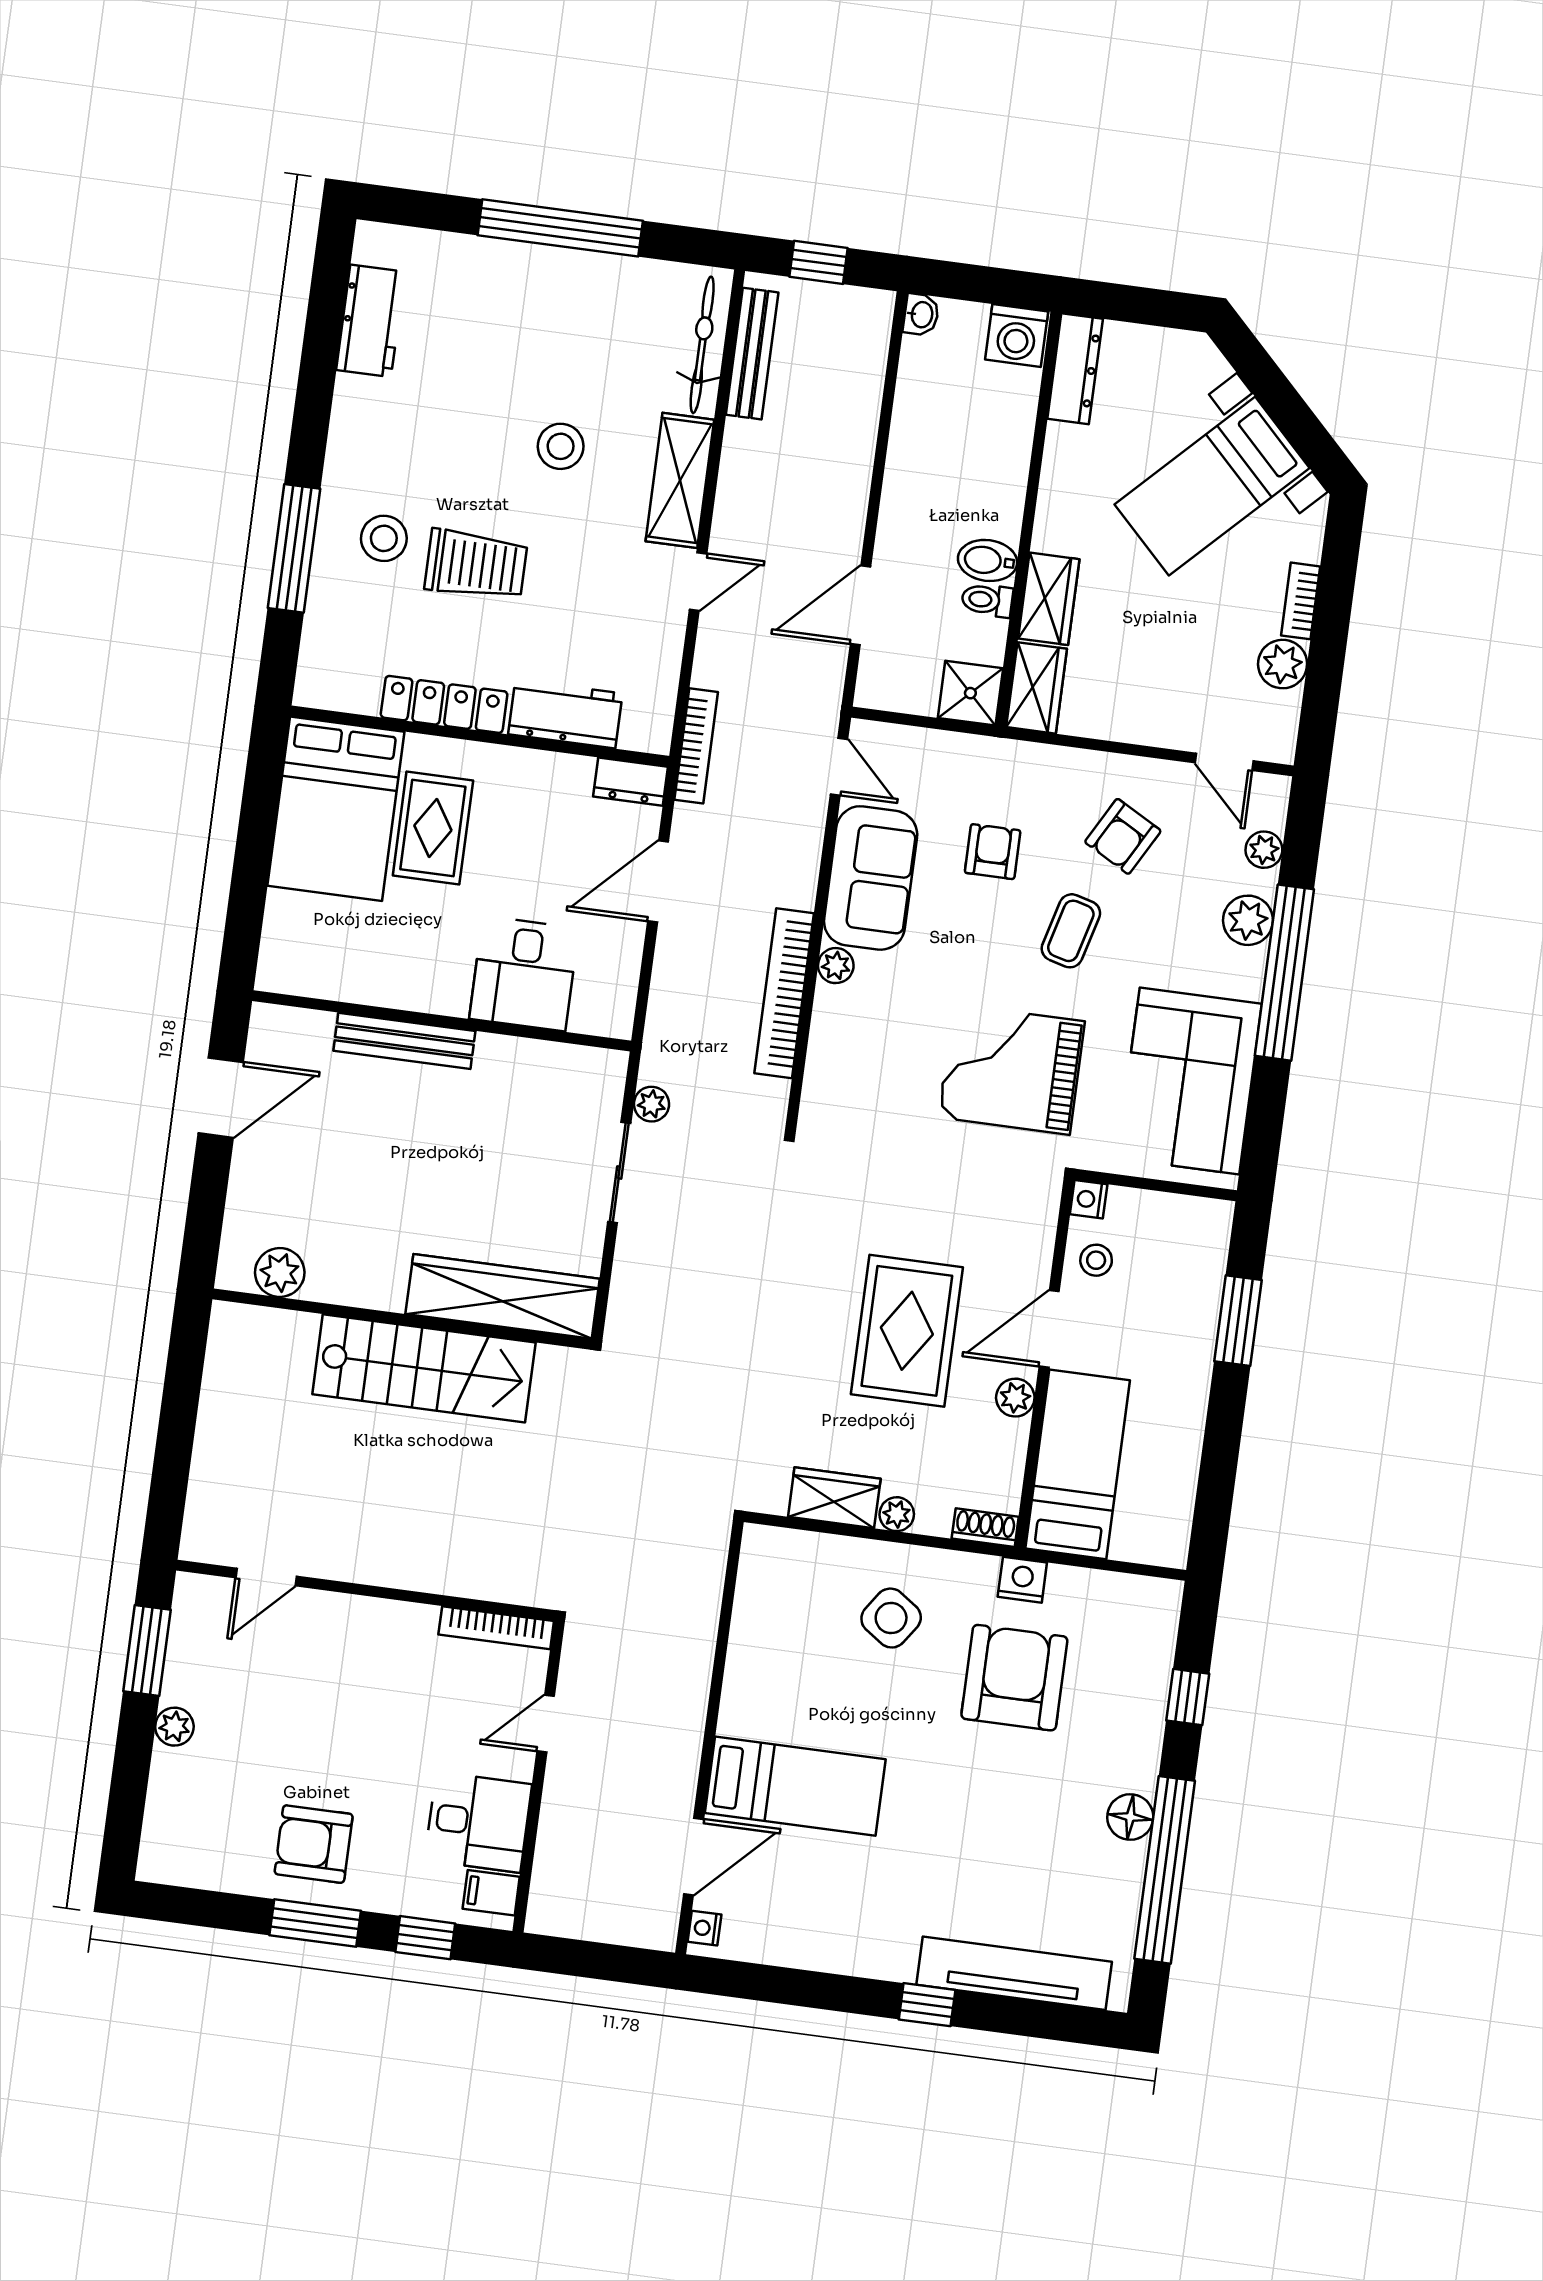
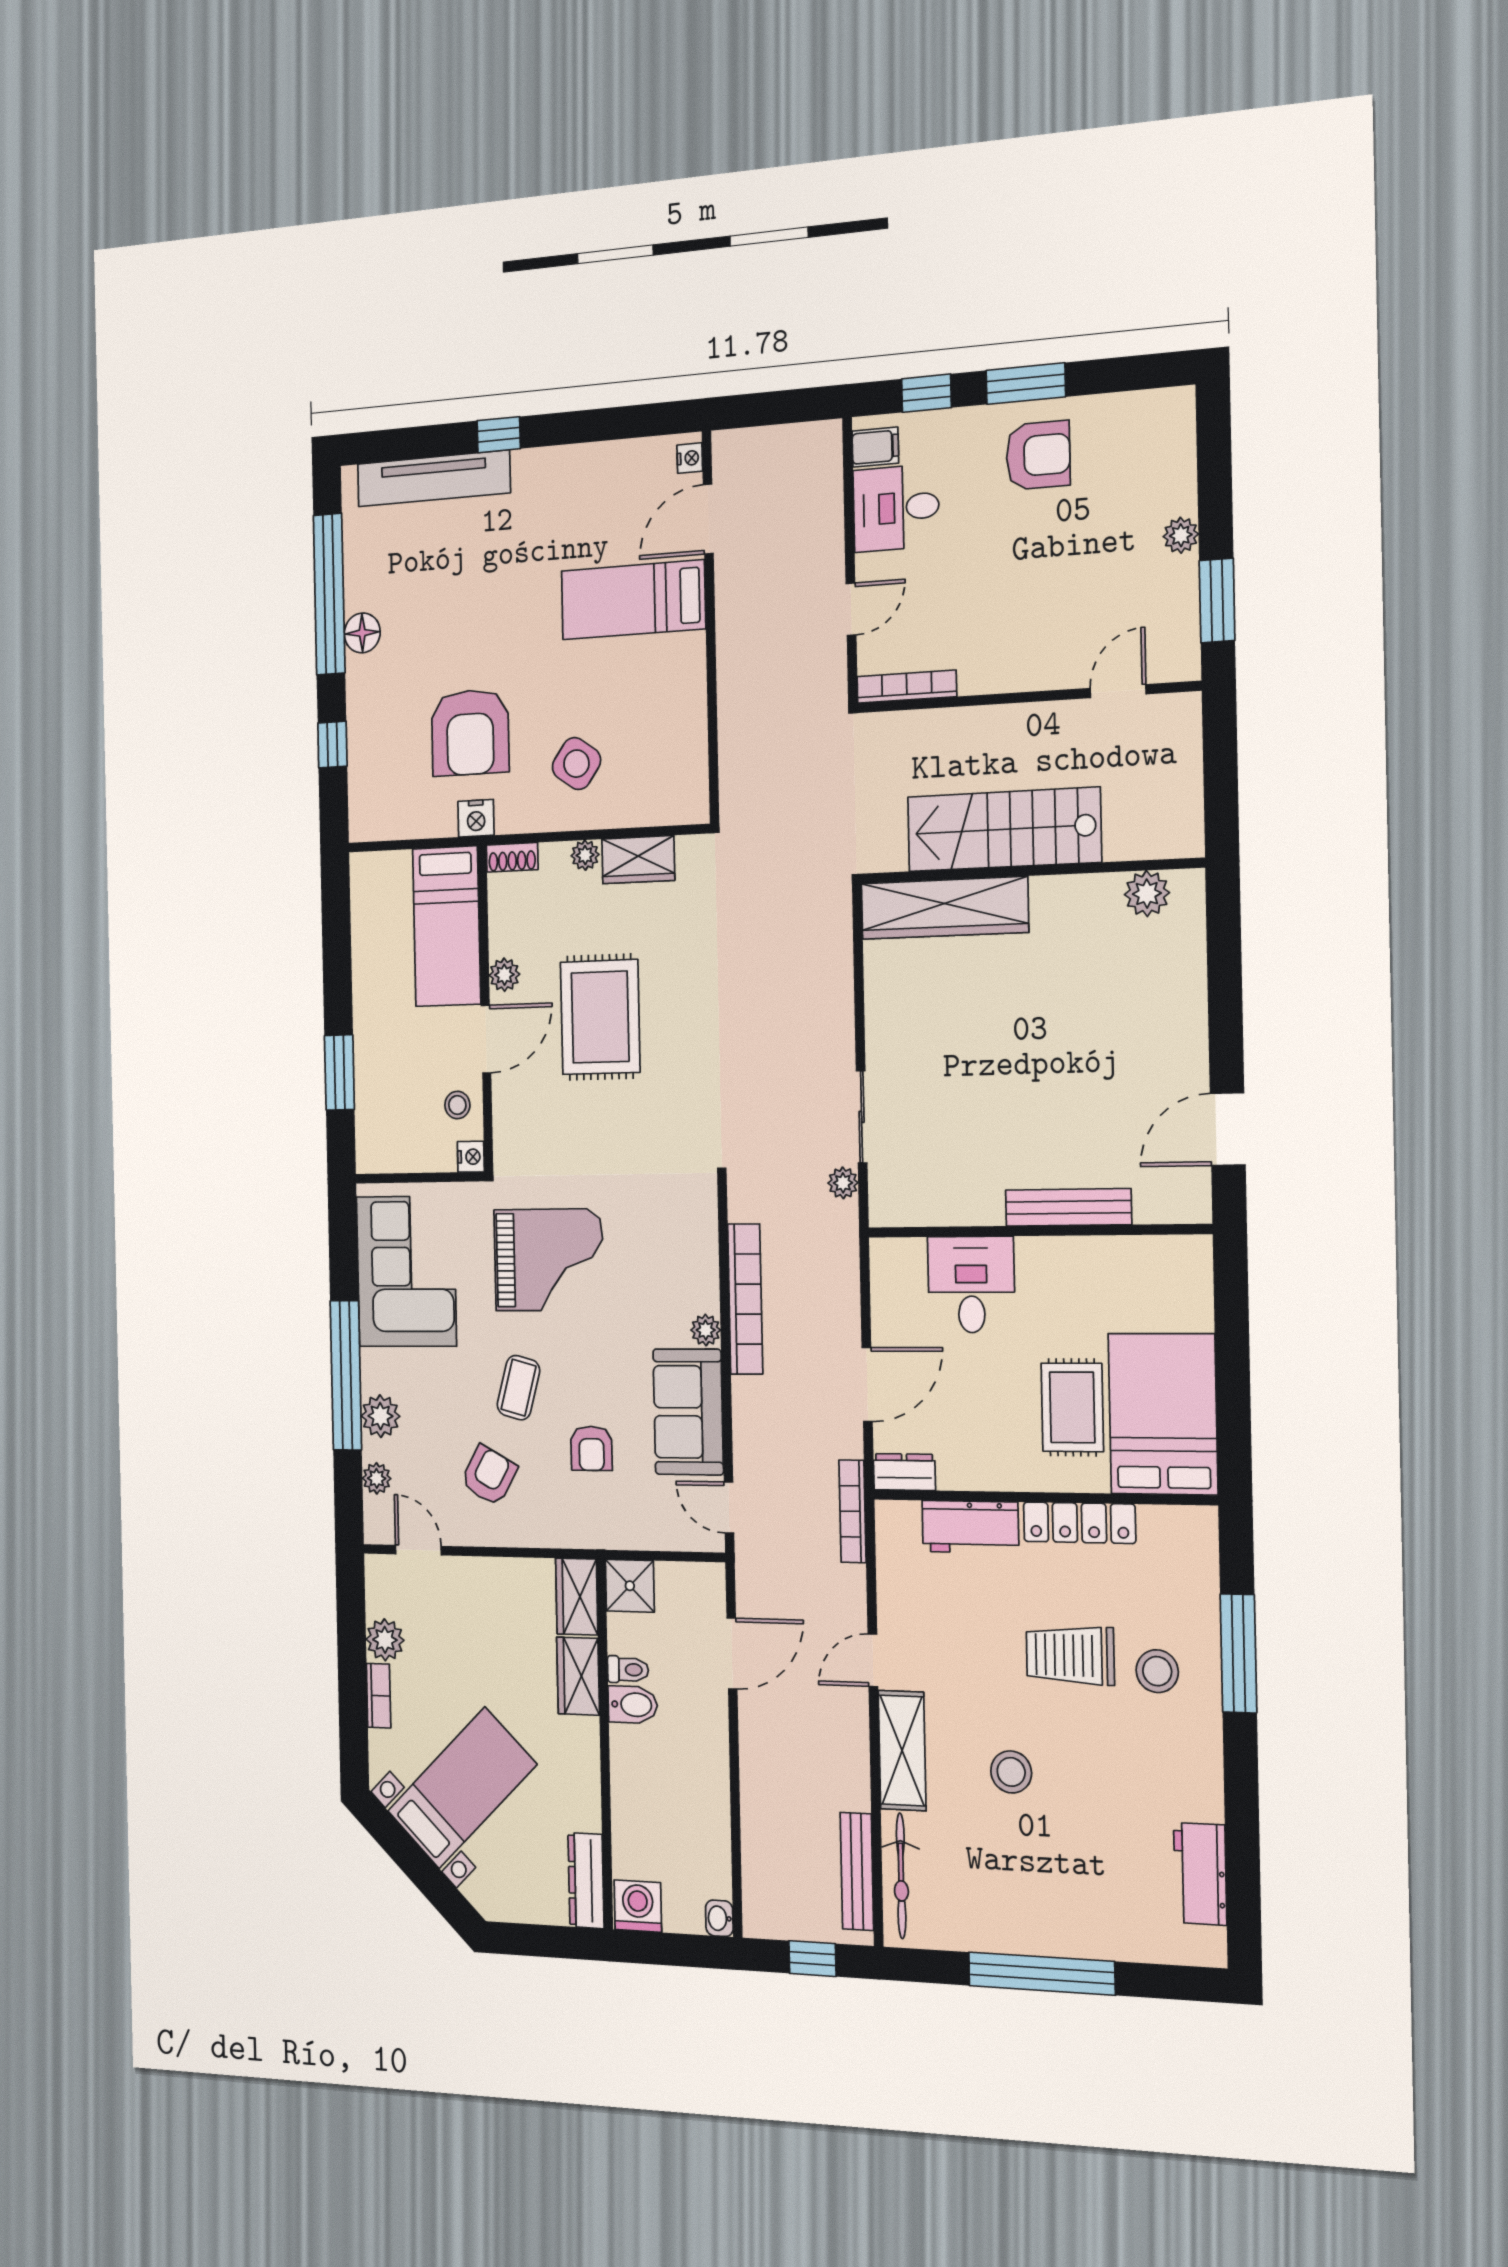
plant: (280, 1272) -> (1147, 894), moved
wardrobe: (503, 1296) -> (944, 908), moved
wall: (402, 1319) -> (1030, 871), moved
stairs: (424, 1368) -> (1004, 829), moved

